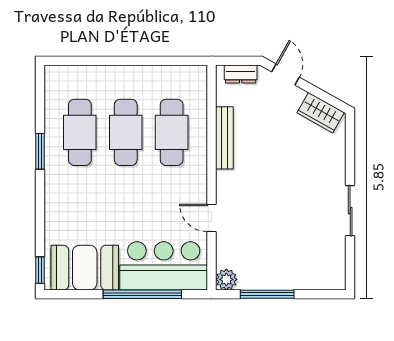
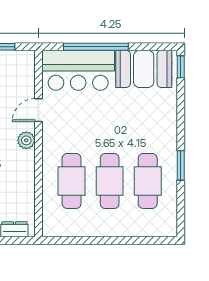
bench: (224, 138) -> (28, 176), removed
door: (212, 218) -> (39, 110), swing flipped
plant: (226, 279) -> (26, 140), moved

